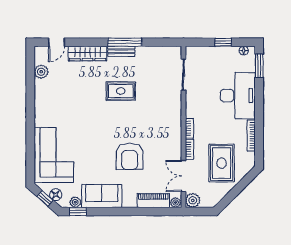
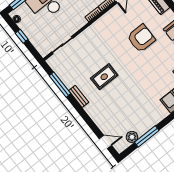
window: (125, 42) -> (60, 85), moved
wardrobe: (88, 53) -> (97, 117), removed
window: (30, 86) -> (147, 136), added
rug: (121, 91) -> (104, 77), turned 90

